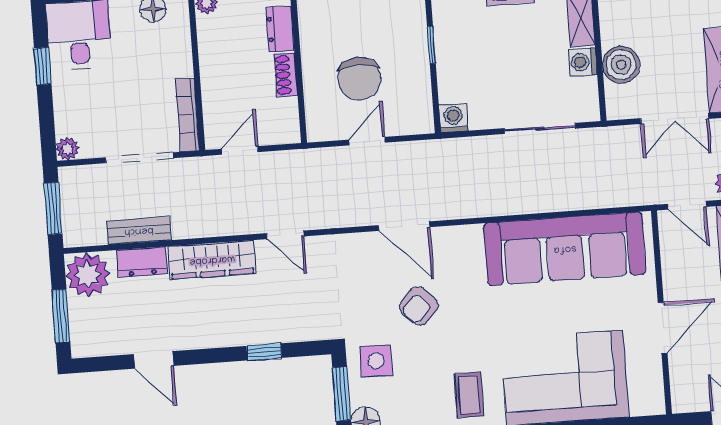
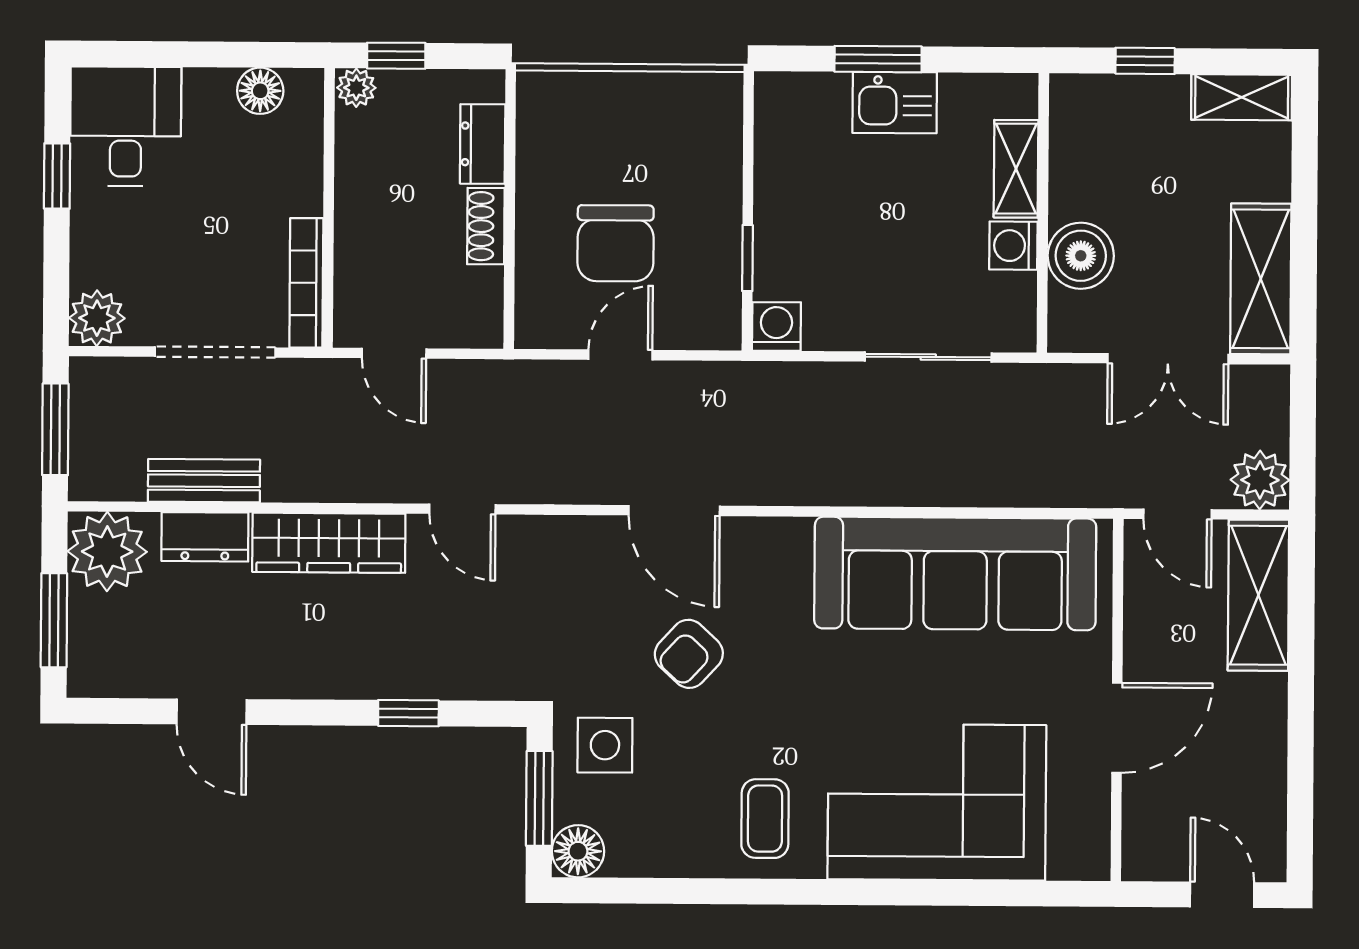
window: (431, 45) -> (747, 258), moved
plant: (67, 149) -> (97, 318), width x1.38, depth x1.38
door: (240, 150) -> (394, 353), swing flipped

